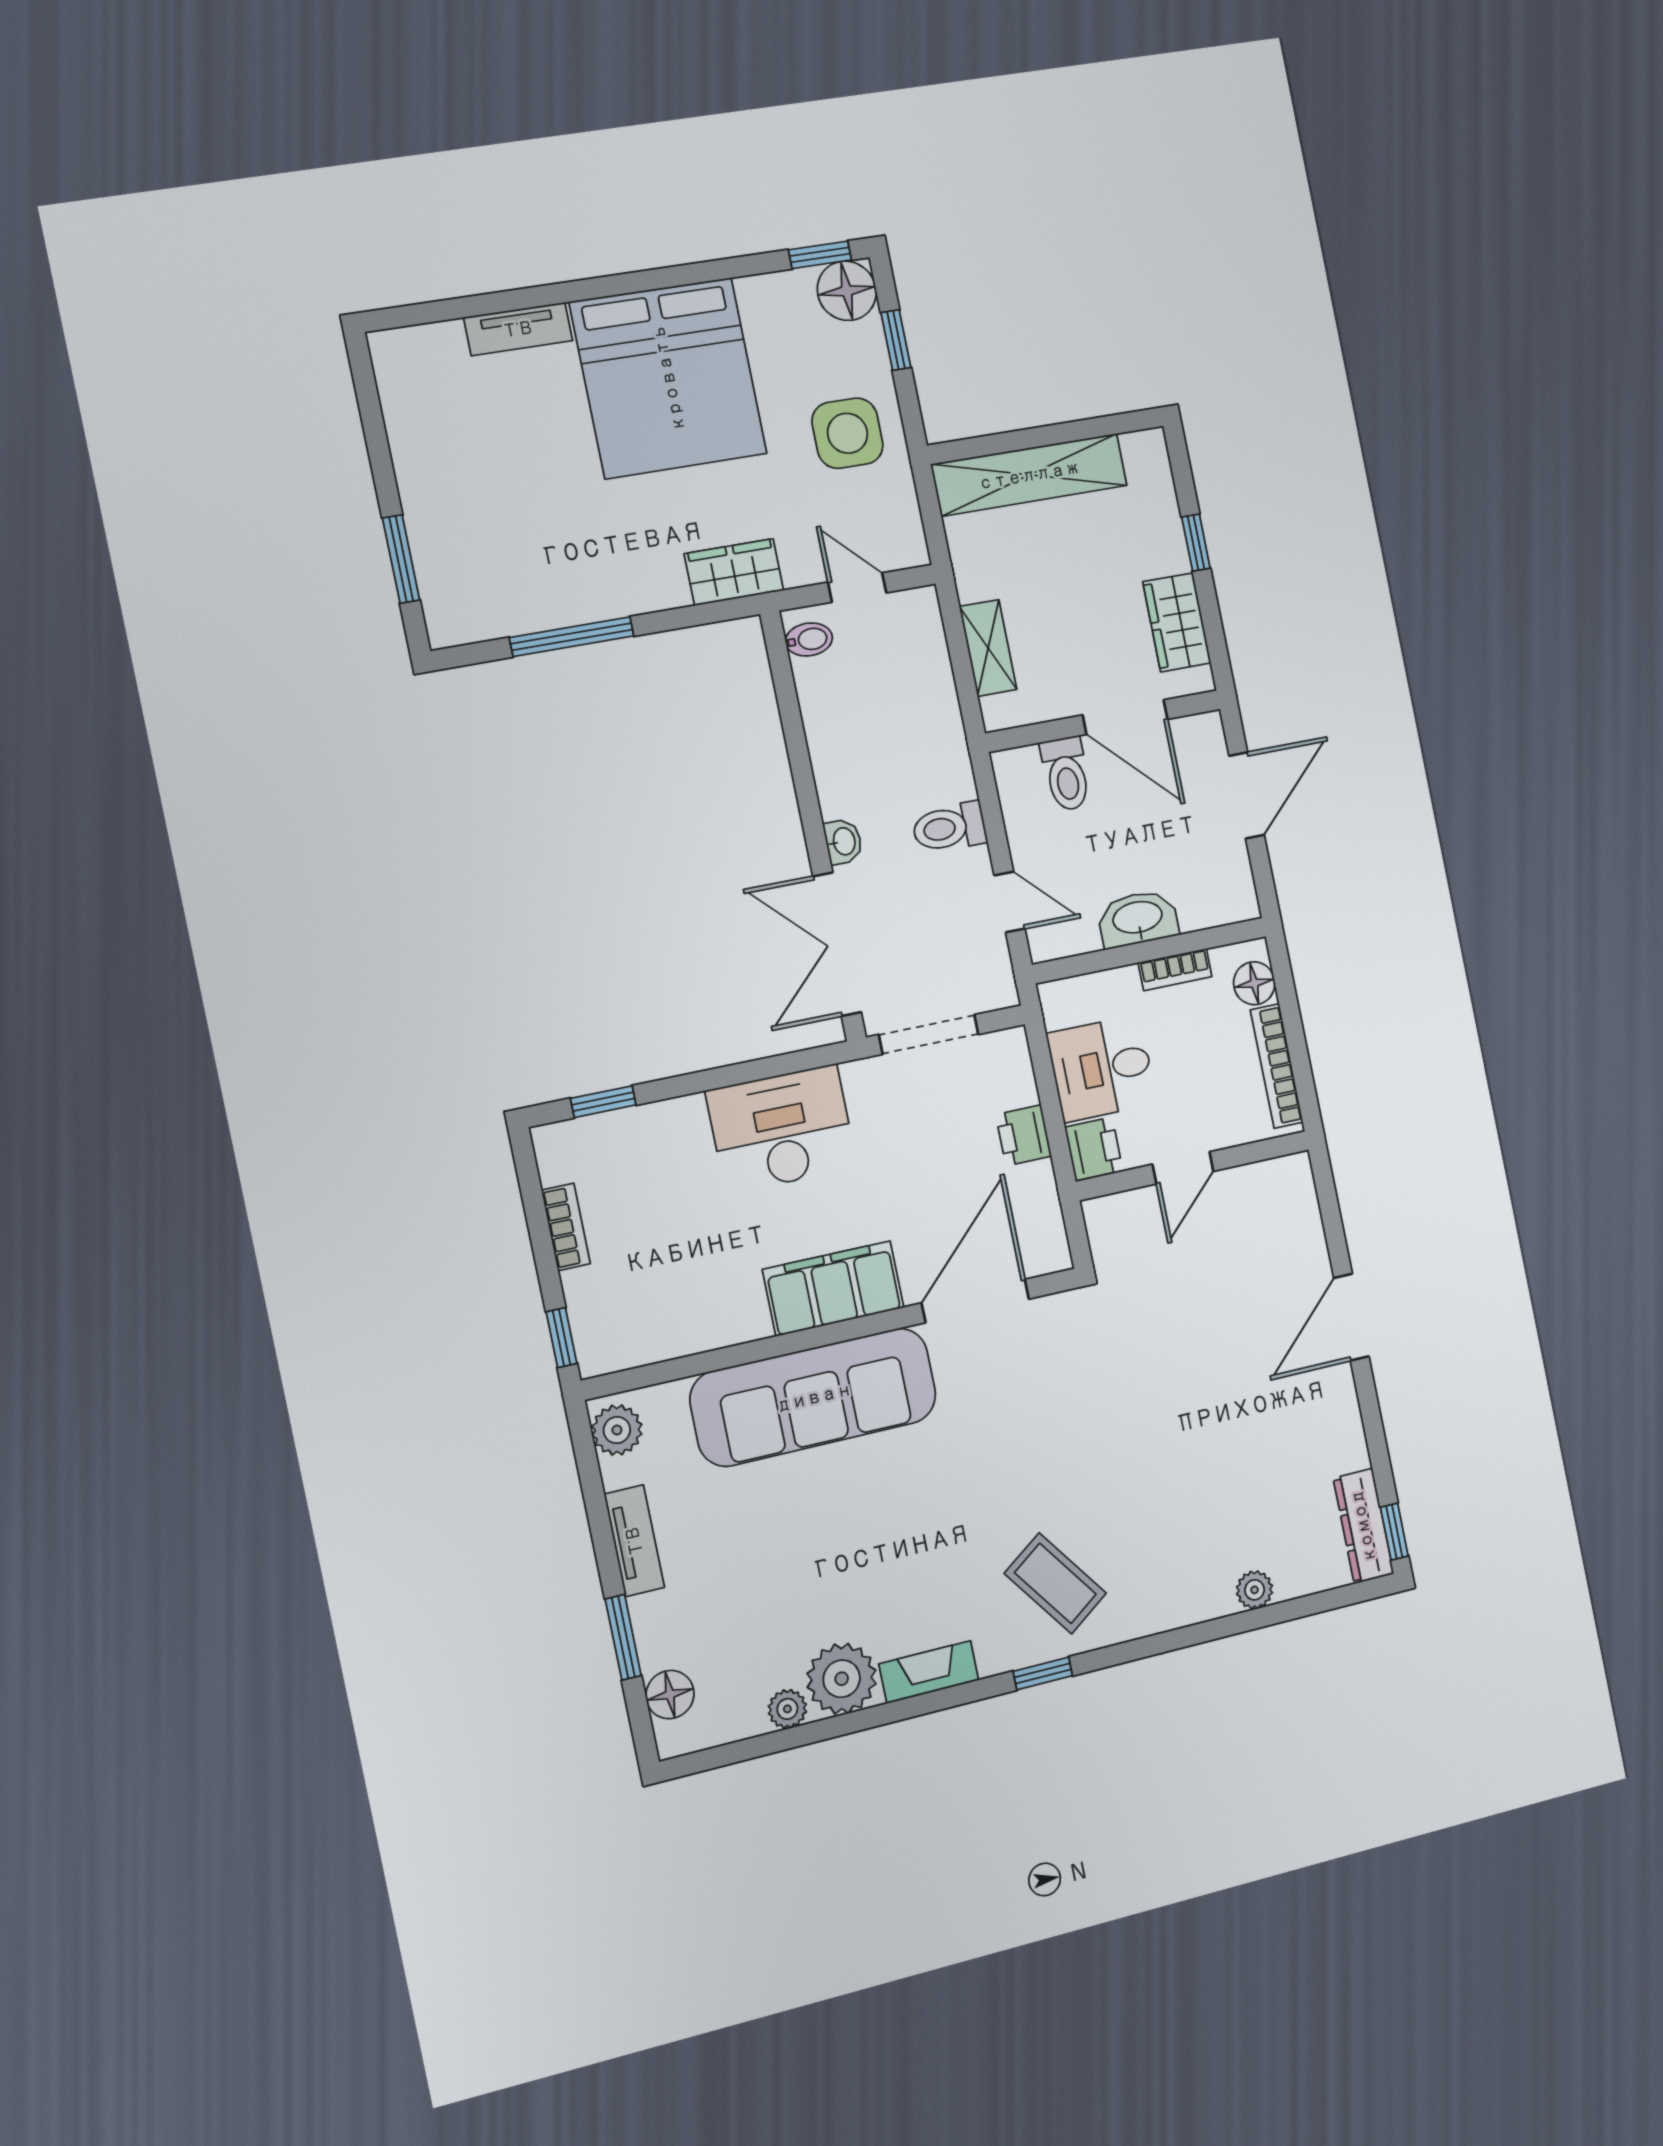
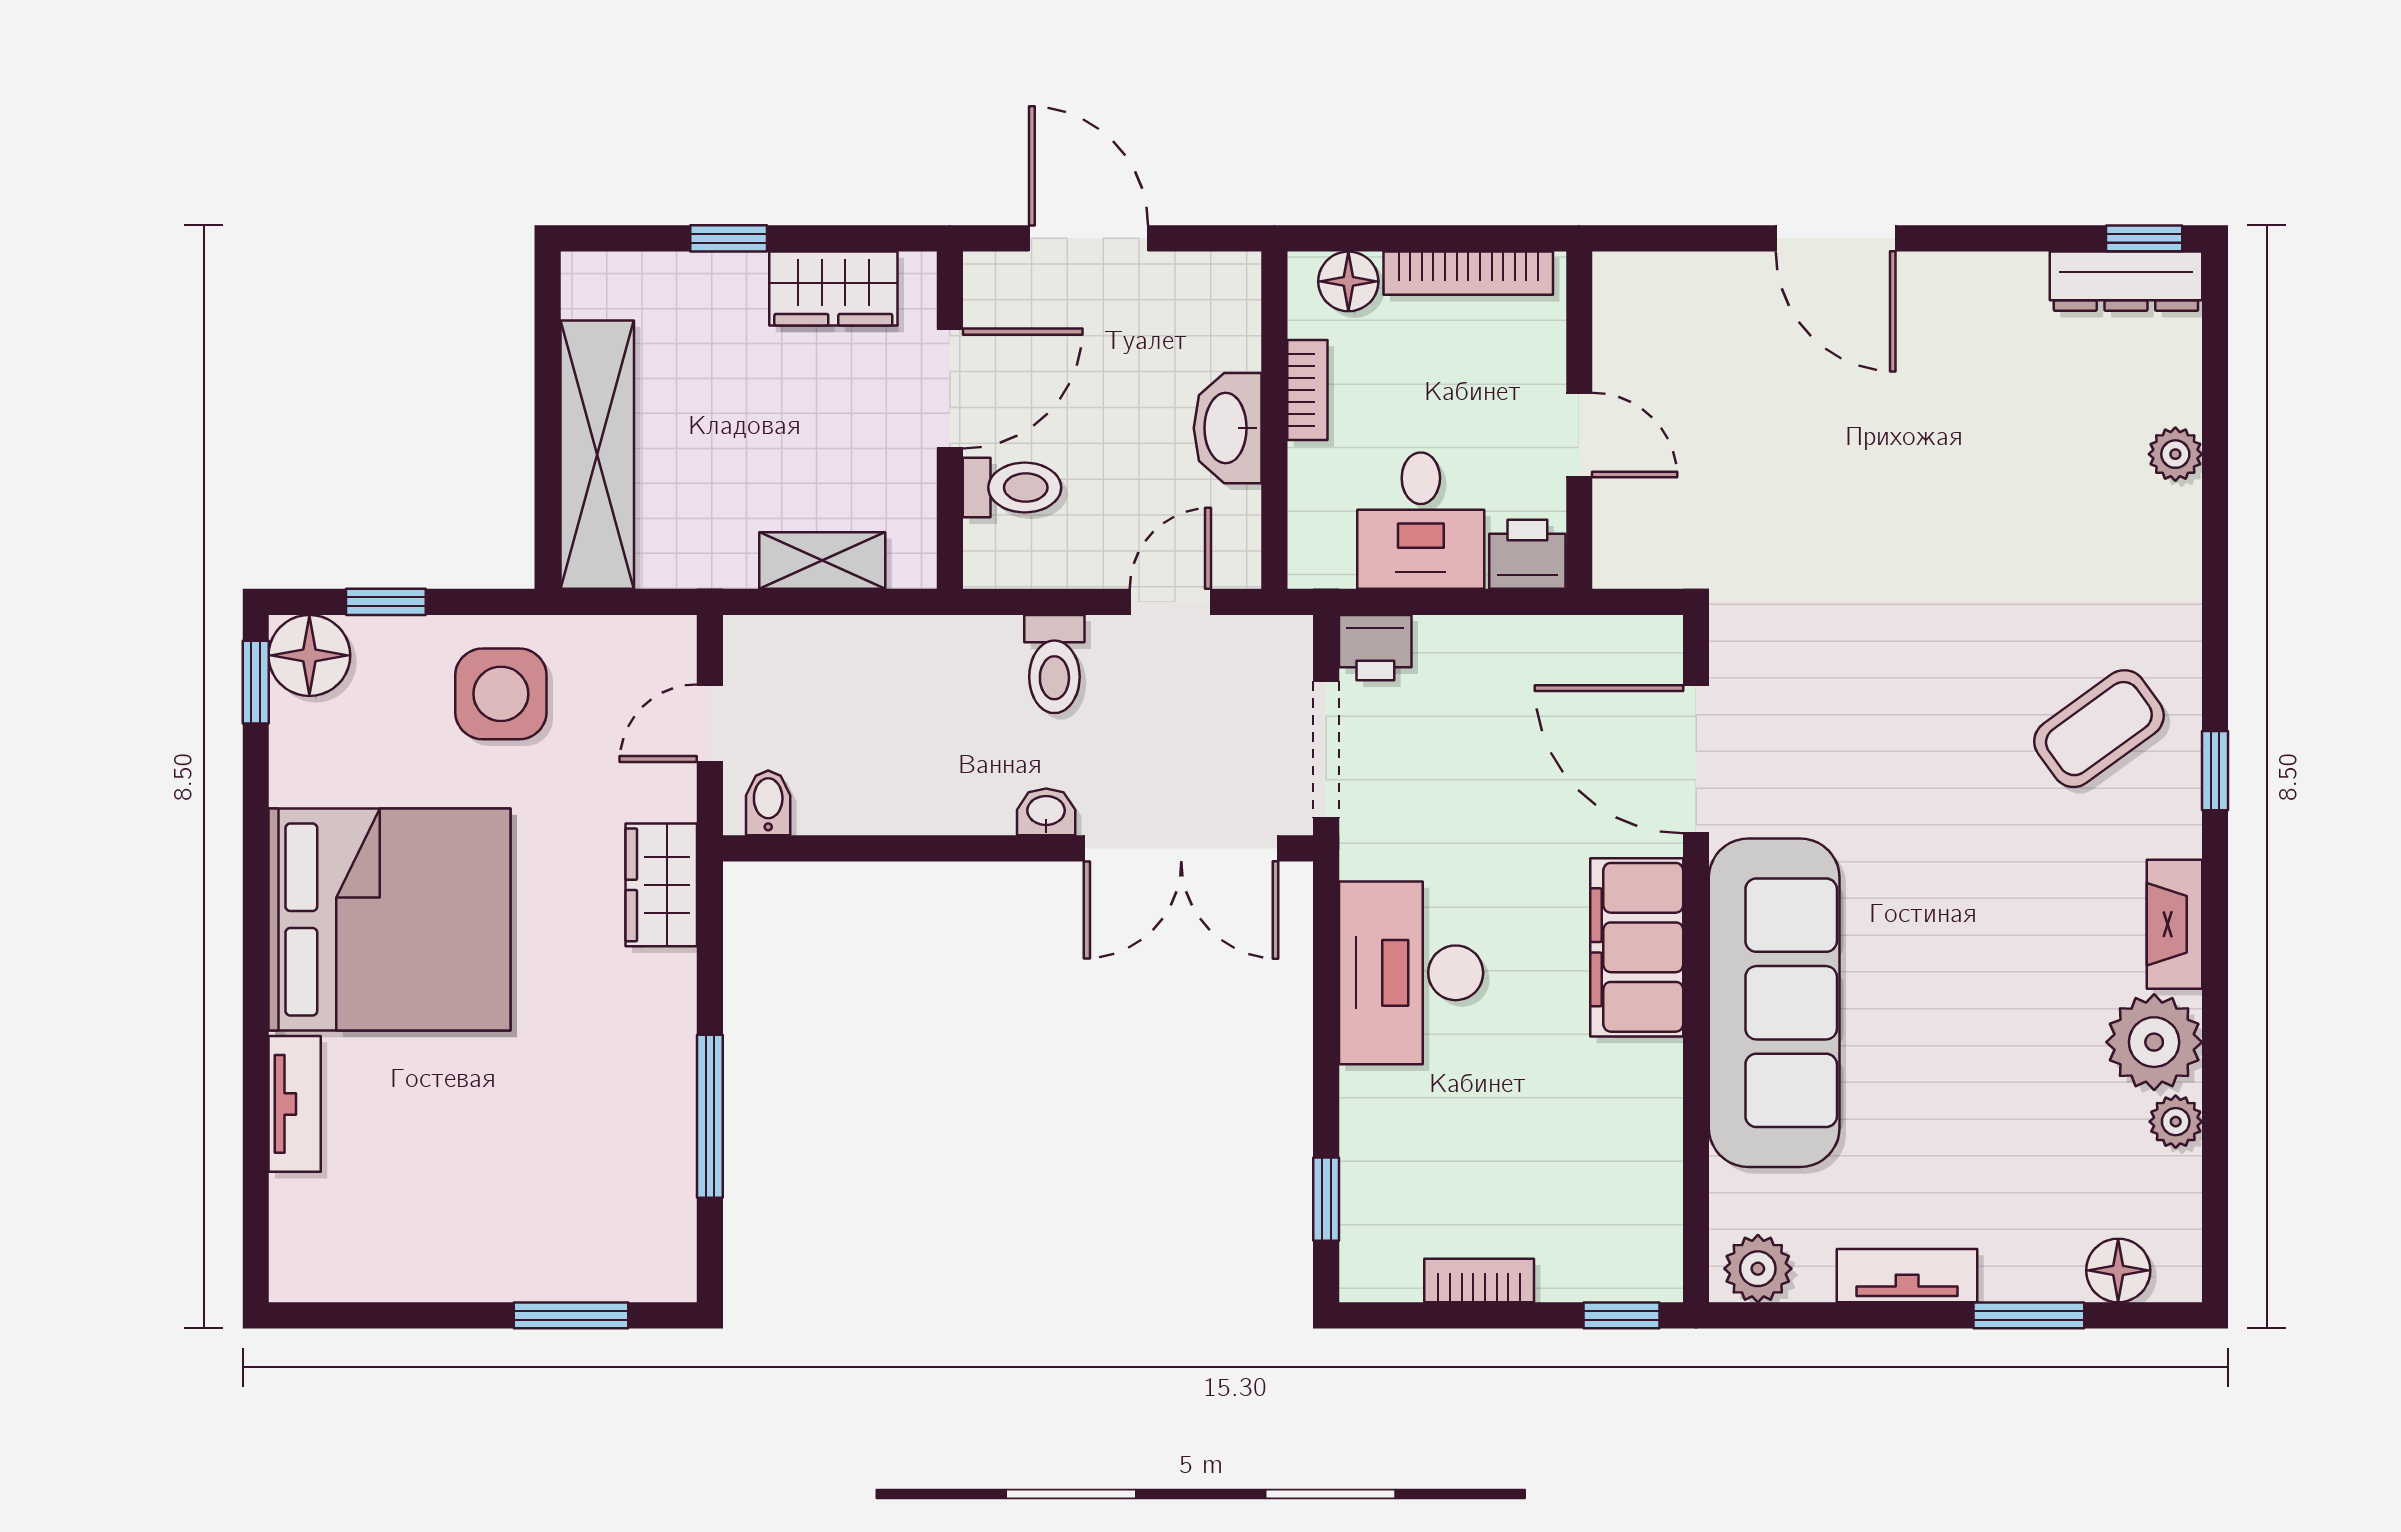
printer: (1024, 1135) -> (1375, 648), moved

